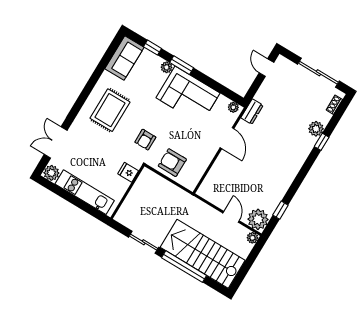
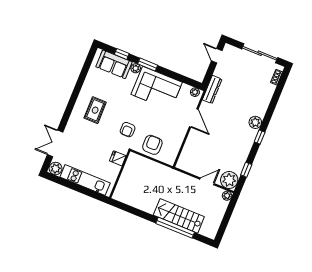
sofa: (124, 58) -> (114, 64), moved, turned 90
rug: (110, 110) -> (95, 110), width x0.73, depth x0.70
dresser: (252, 112) -> (212, 89), width x1.44
plant: (316, 129) -> (255, 122), moved
window: (322, 142) -> (260, 137), moved
armchair: (172, 163) -> (152, 145), turned 90
door: (231, 217) -> (207, 181), hinge flipped
sliding door: (144, 242) -> (139, 213), removed
stairs: (203, 254) -> (179, 216), width x0.73, depth x0.66

